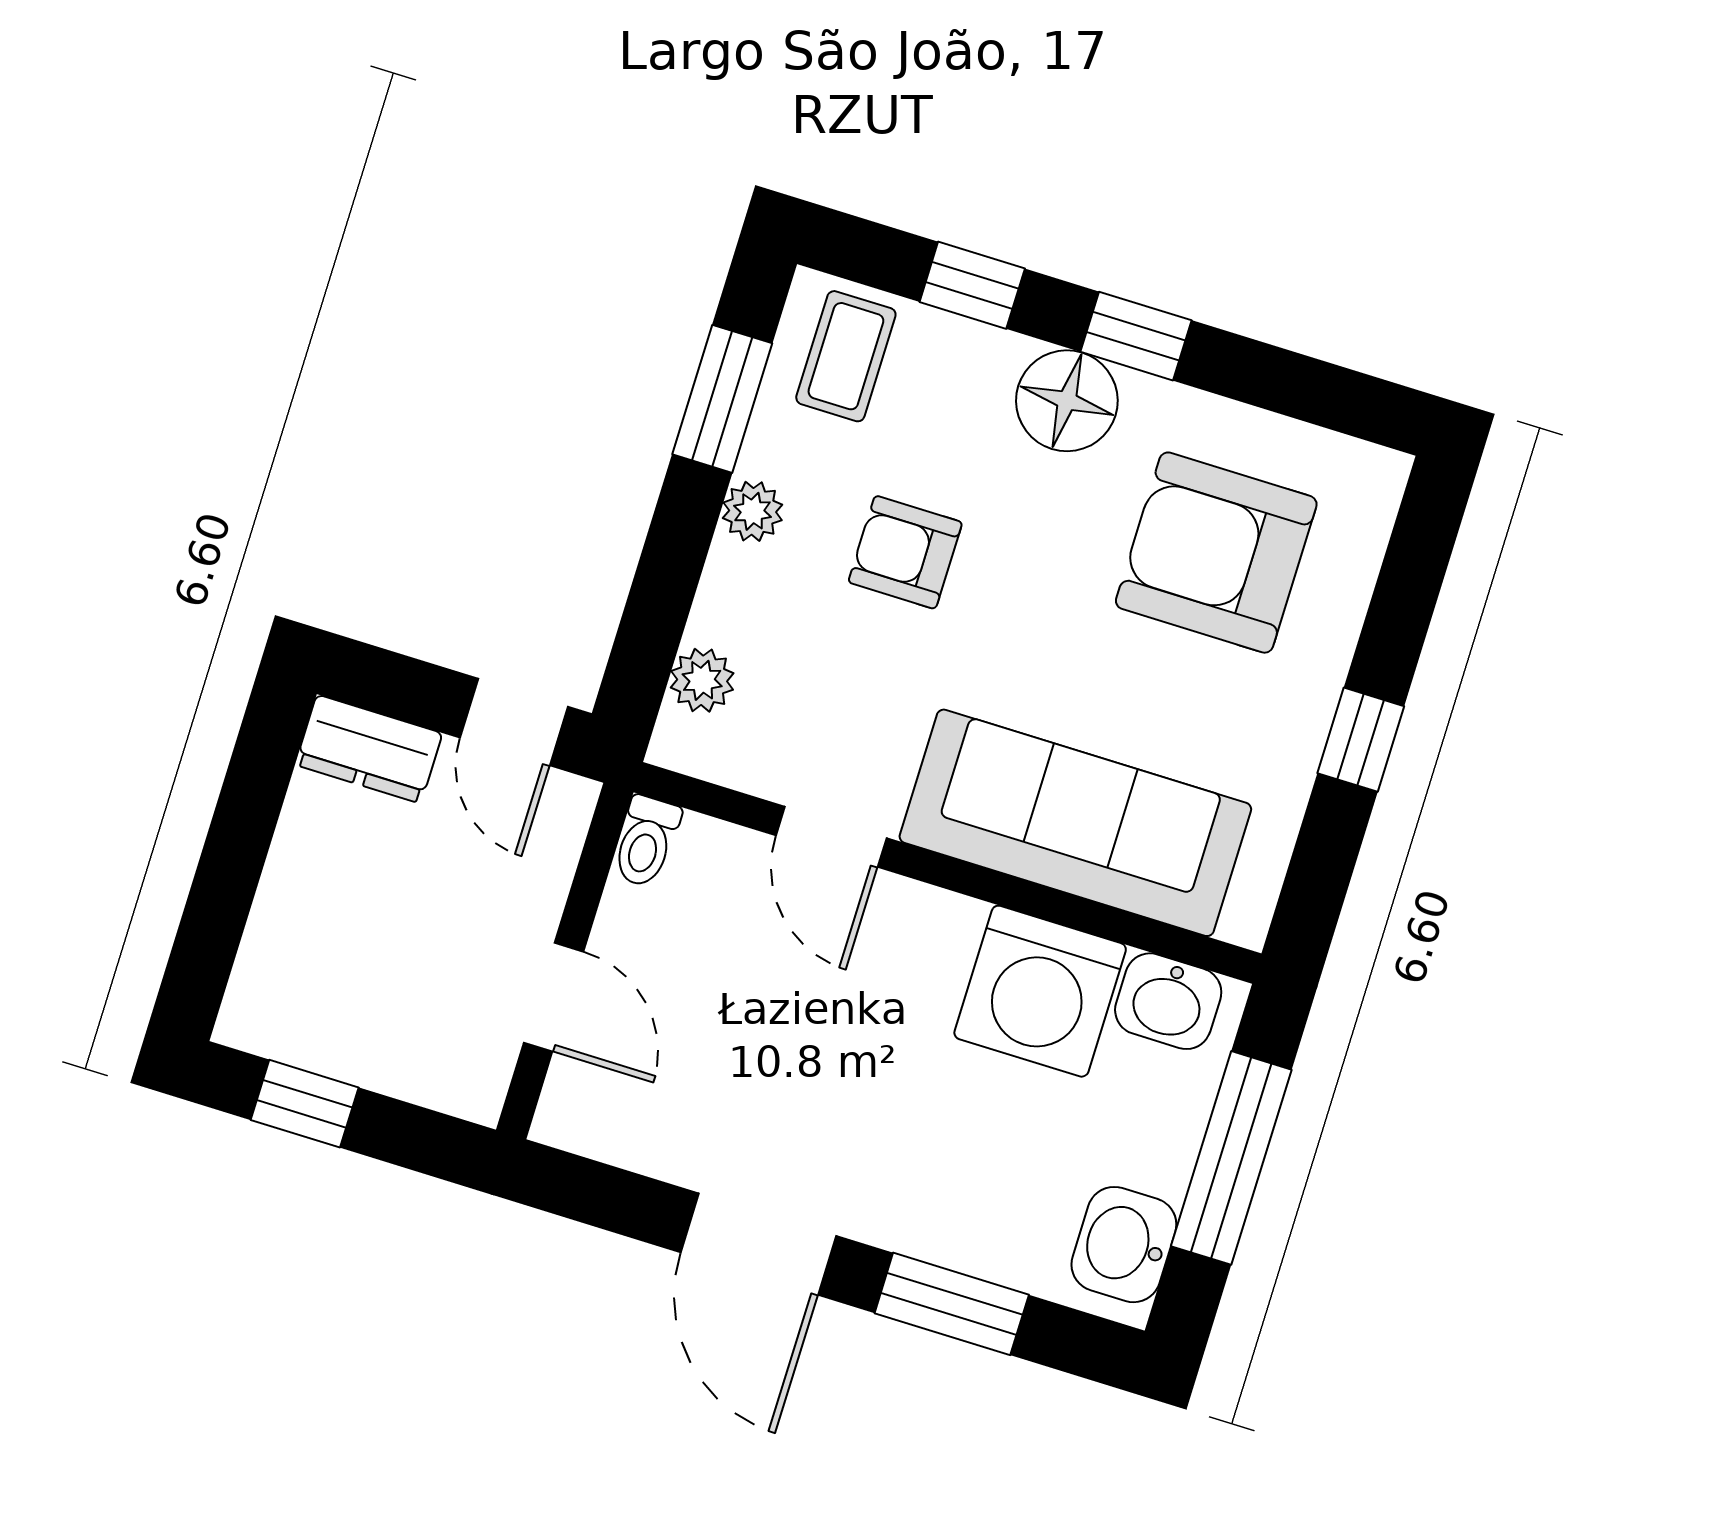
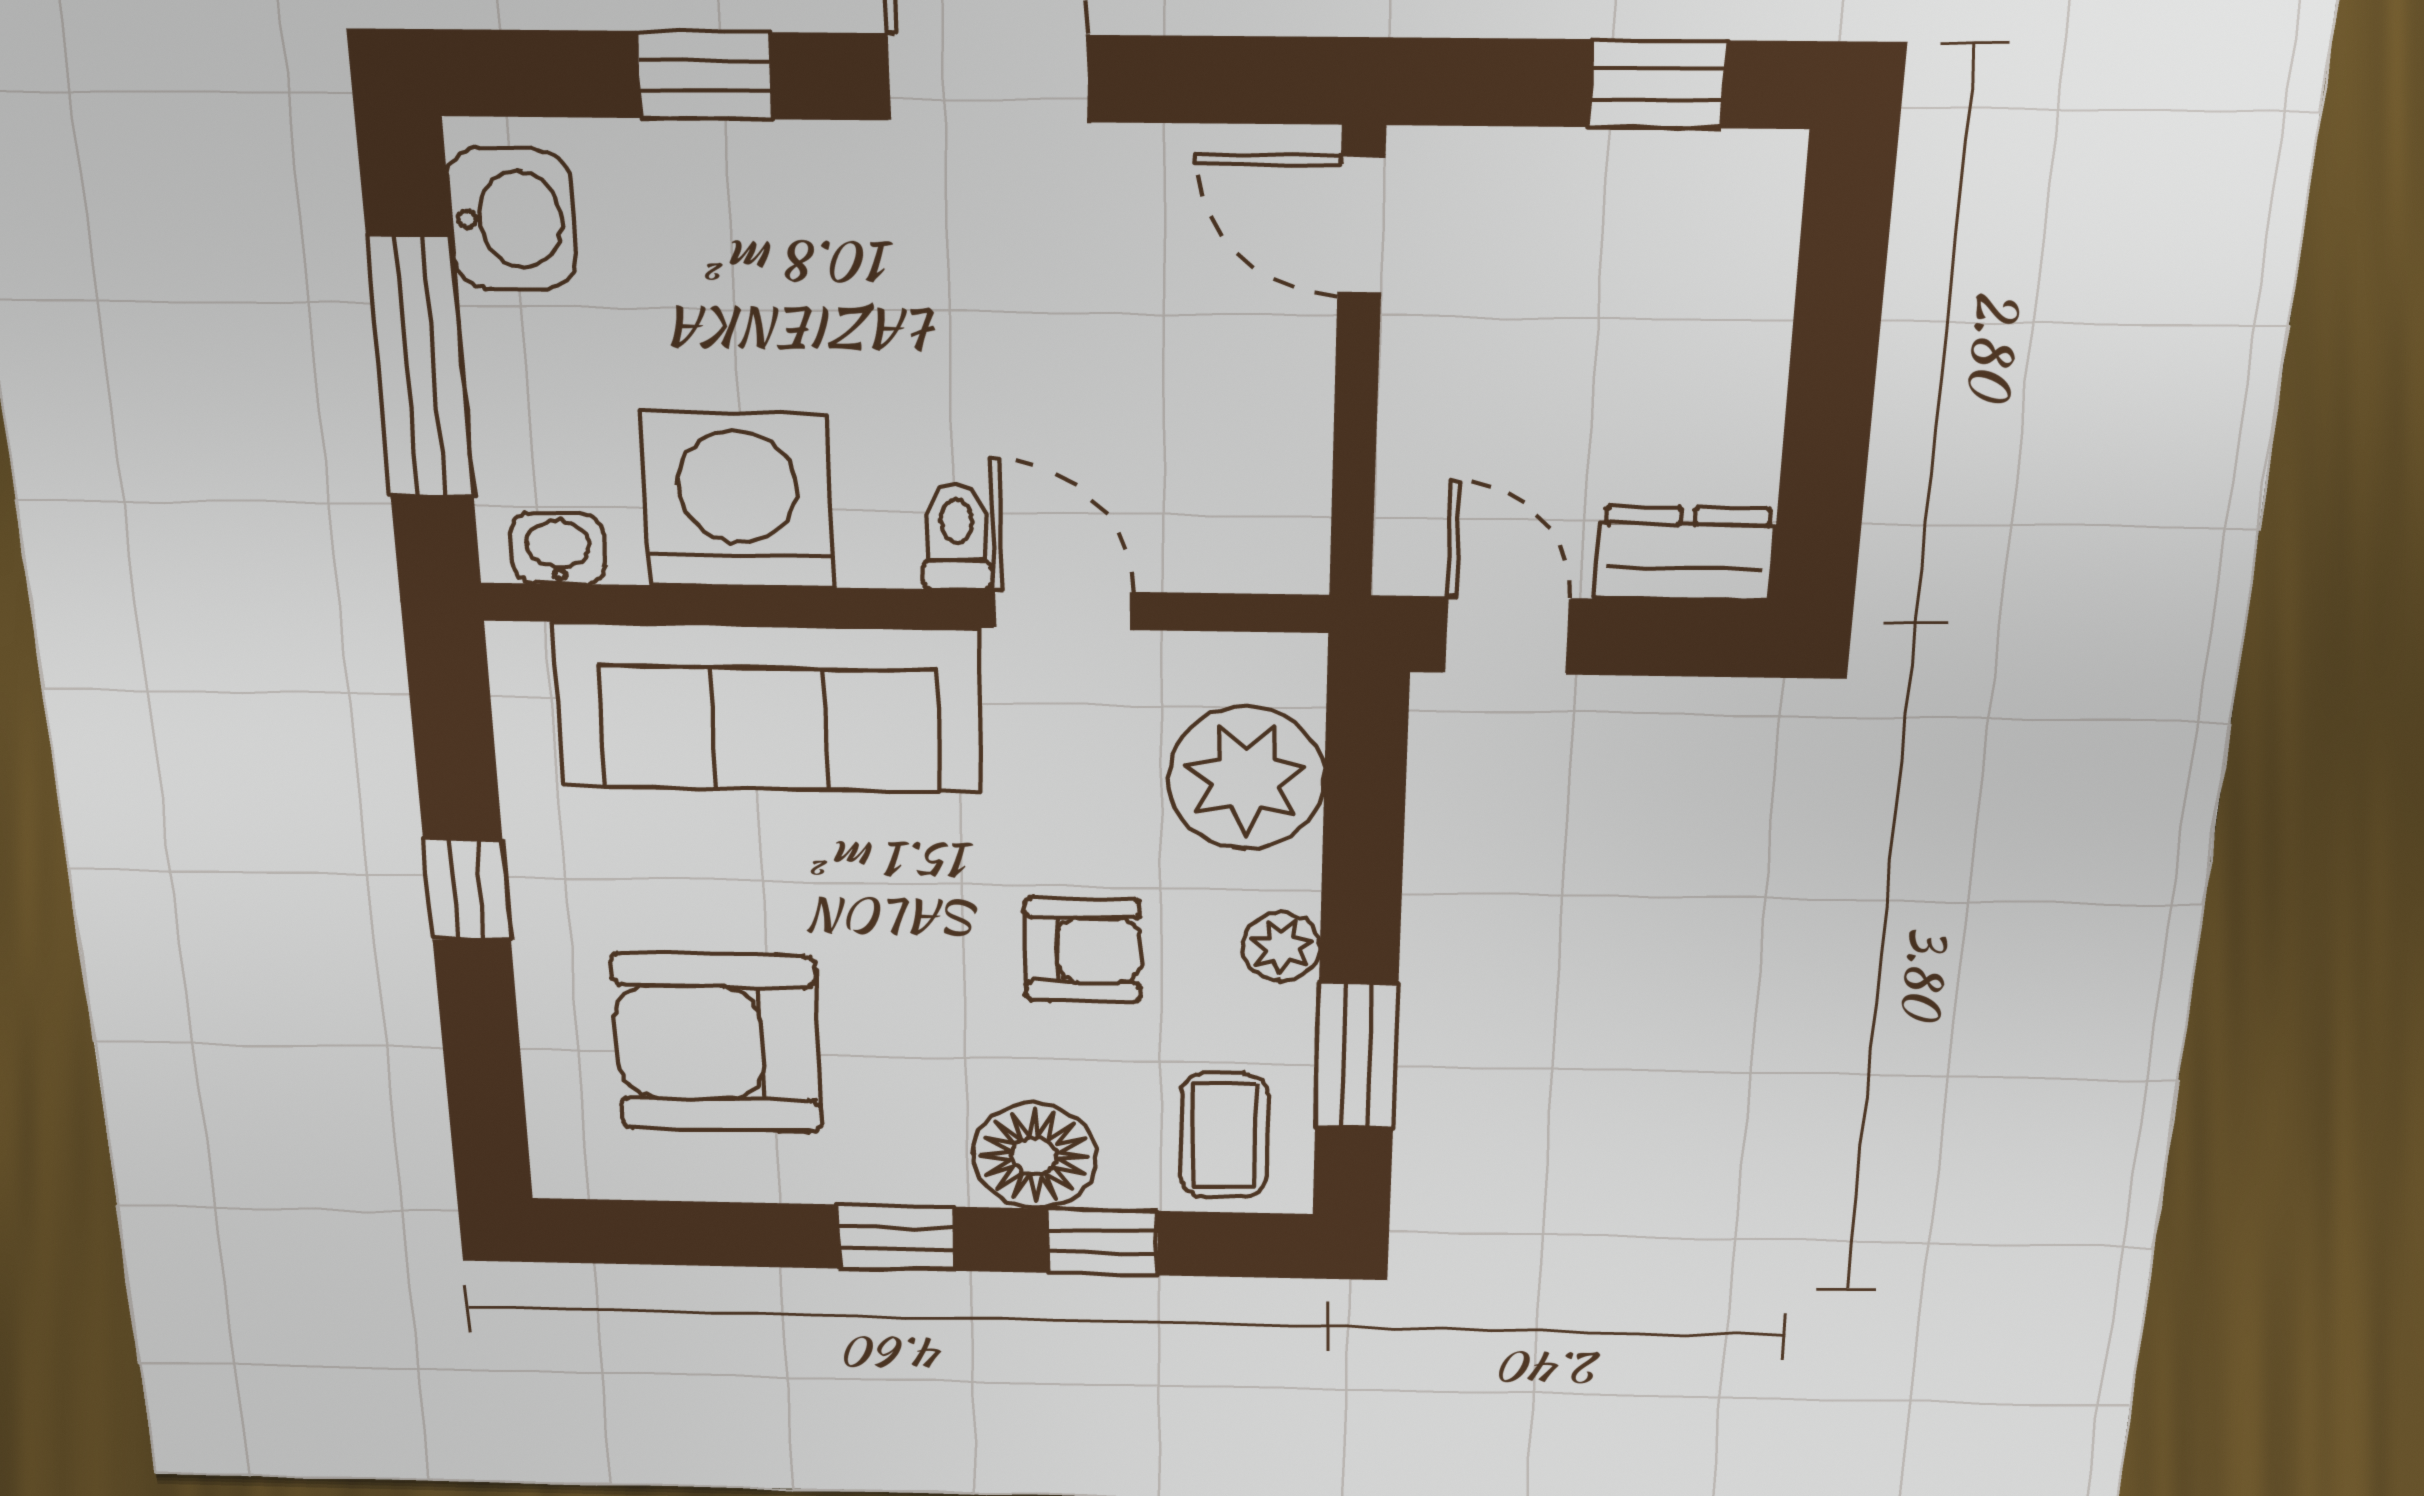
floor lamp: (1067, 401) -> (1035, 1156), moved
armchair: (1216, 553) -> (717, 1043), turned 180
plant: (702, 680) -> (1246, 778), width x1.88, depth x1.88
toilet: (646, 841) -> (957, 536), moved
door: (554, 997) -> (1361, 226), moved
washbasin: (1168, 1001) -> (558, 549), width x0.72, depth x0.69
window: (952, 1304) -> (705, 75), width x0.67

